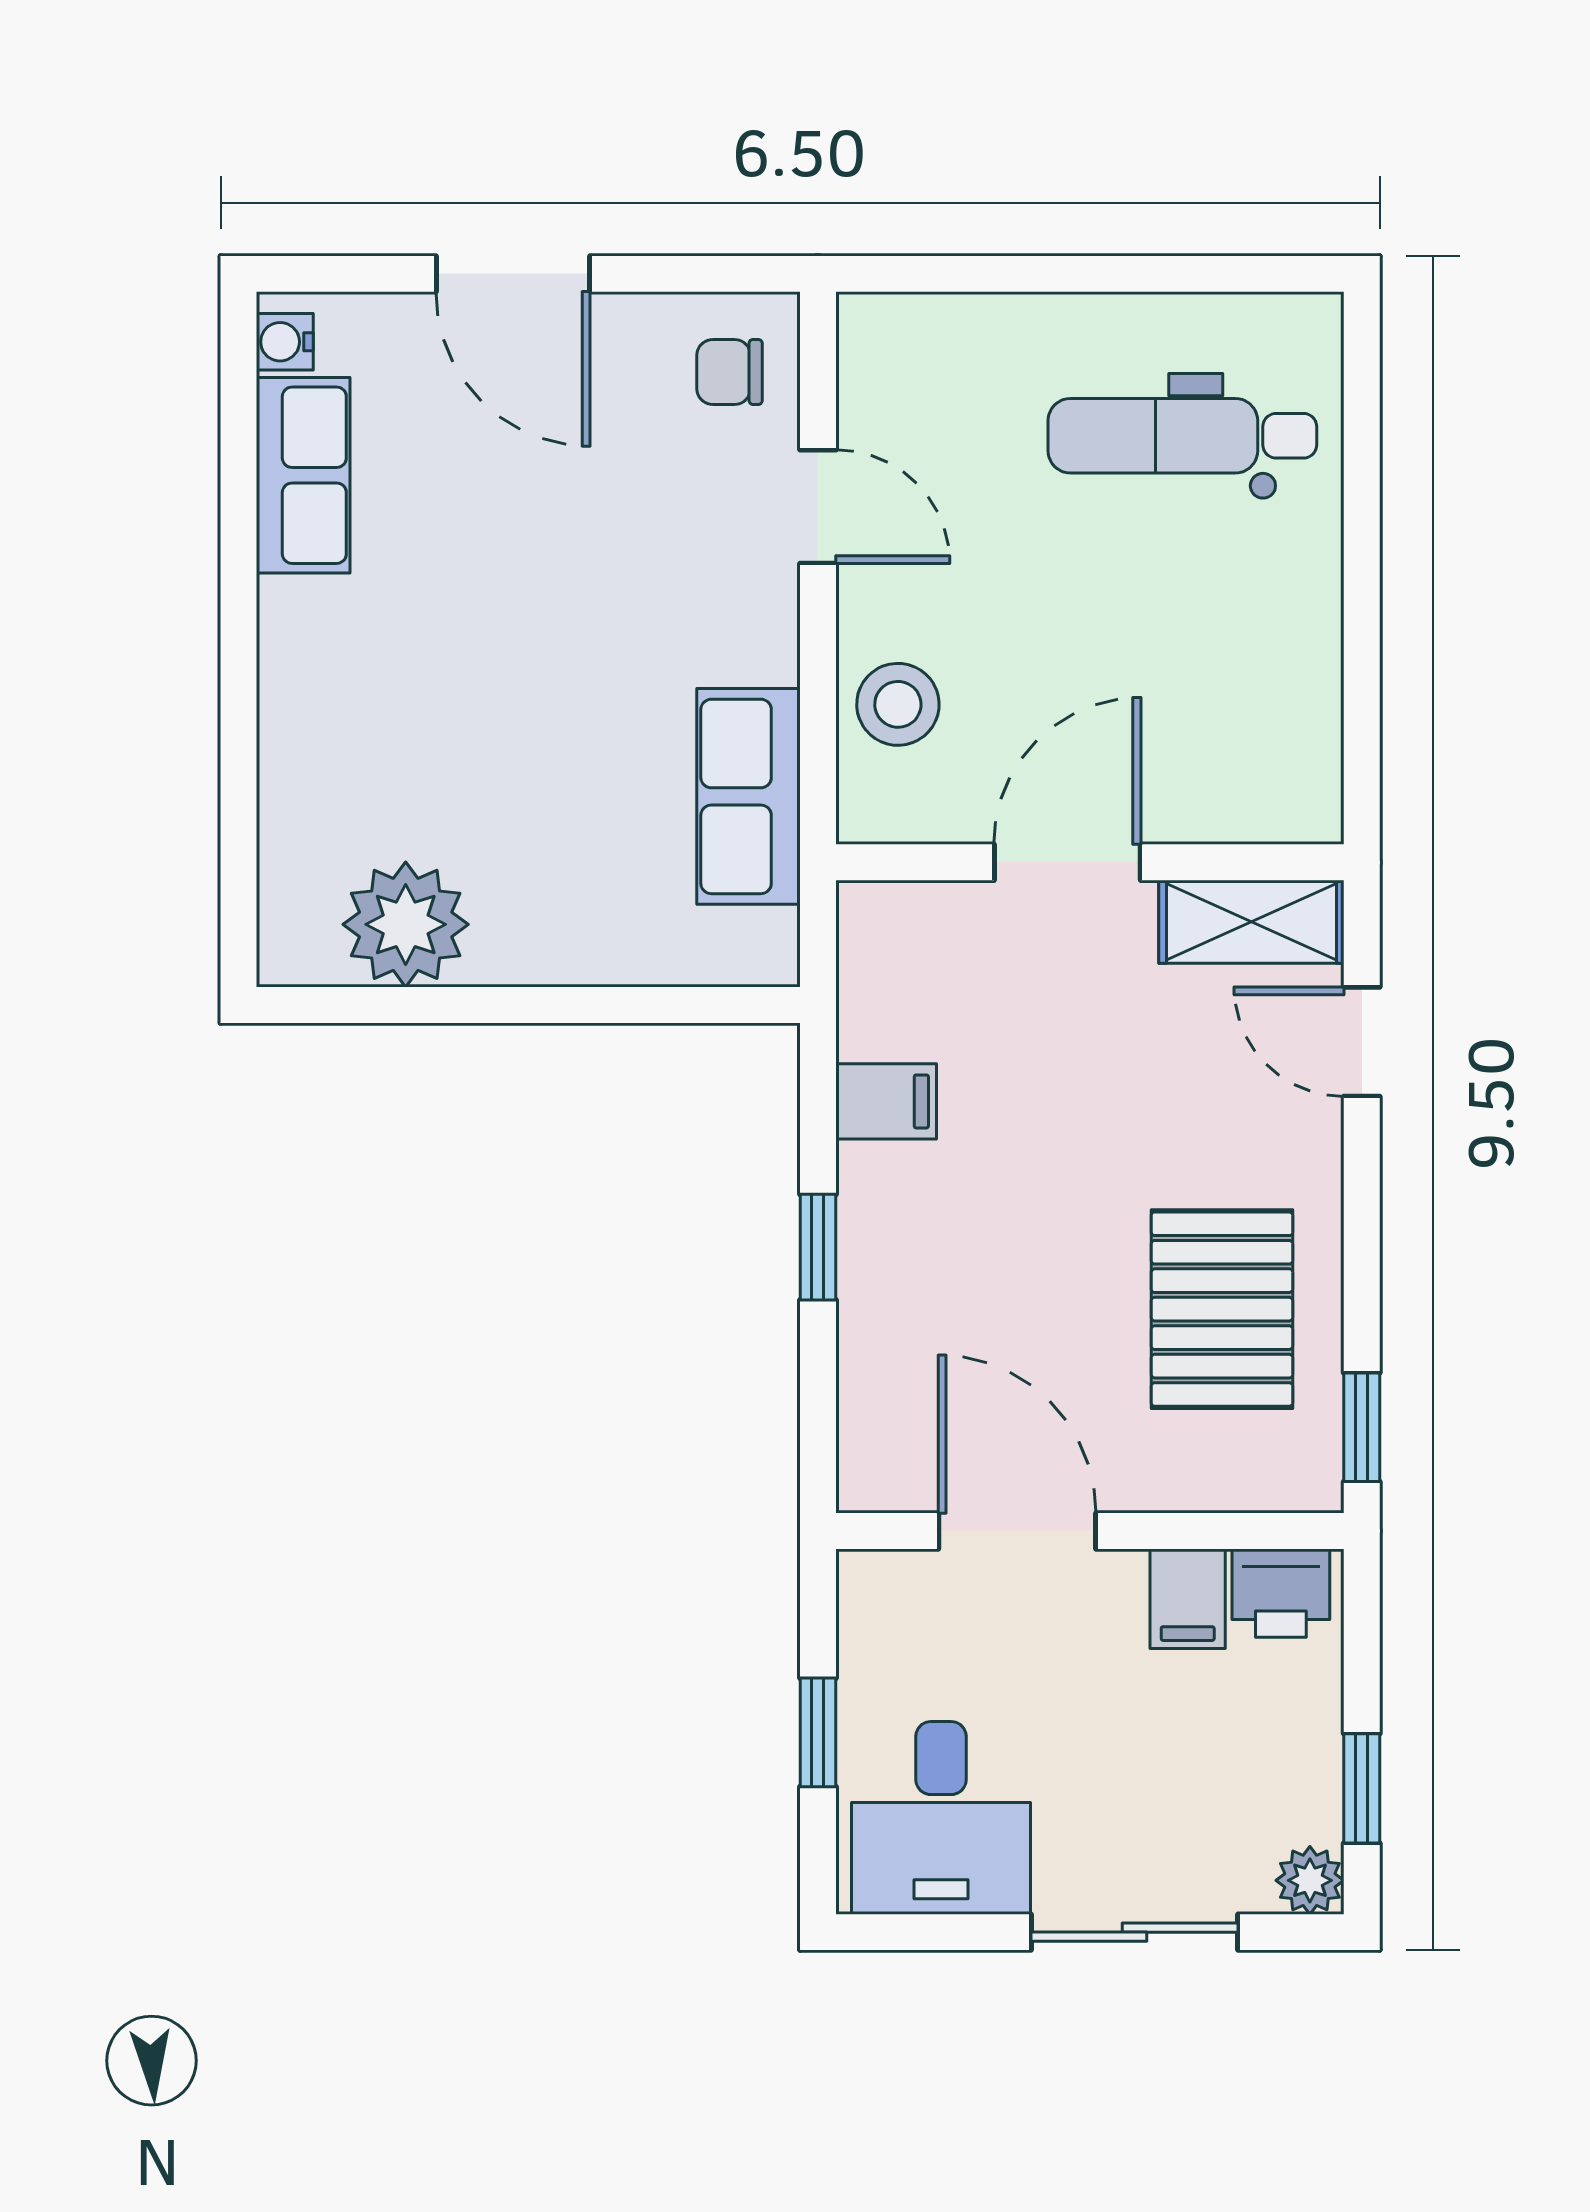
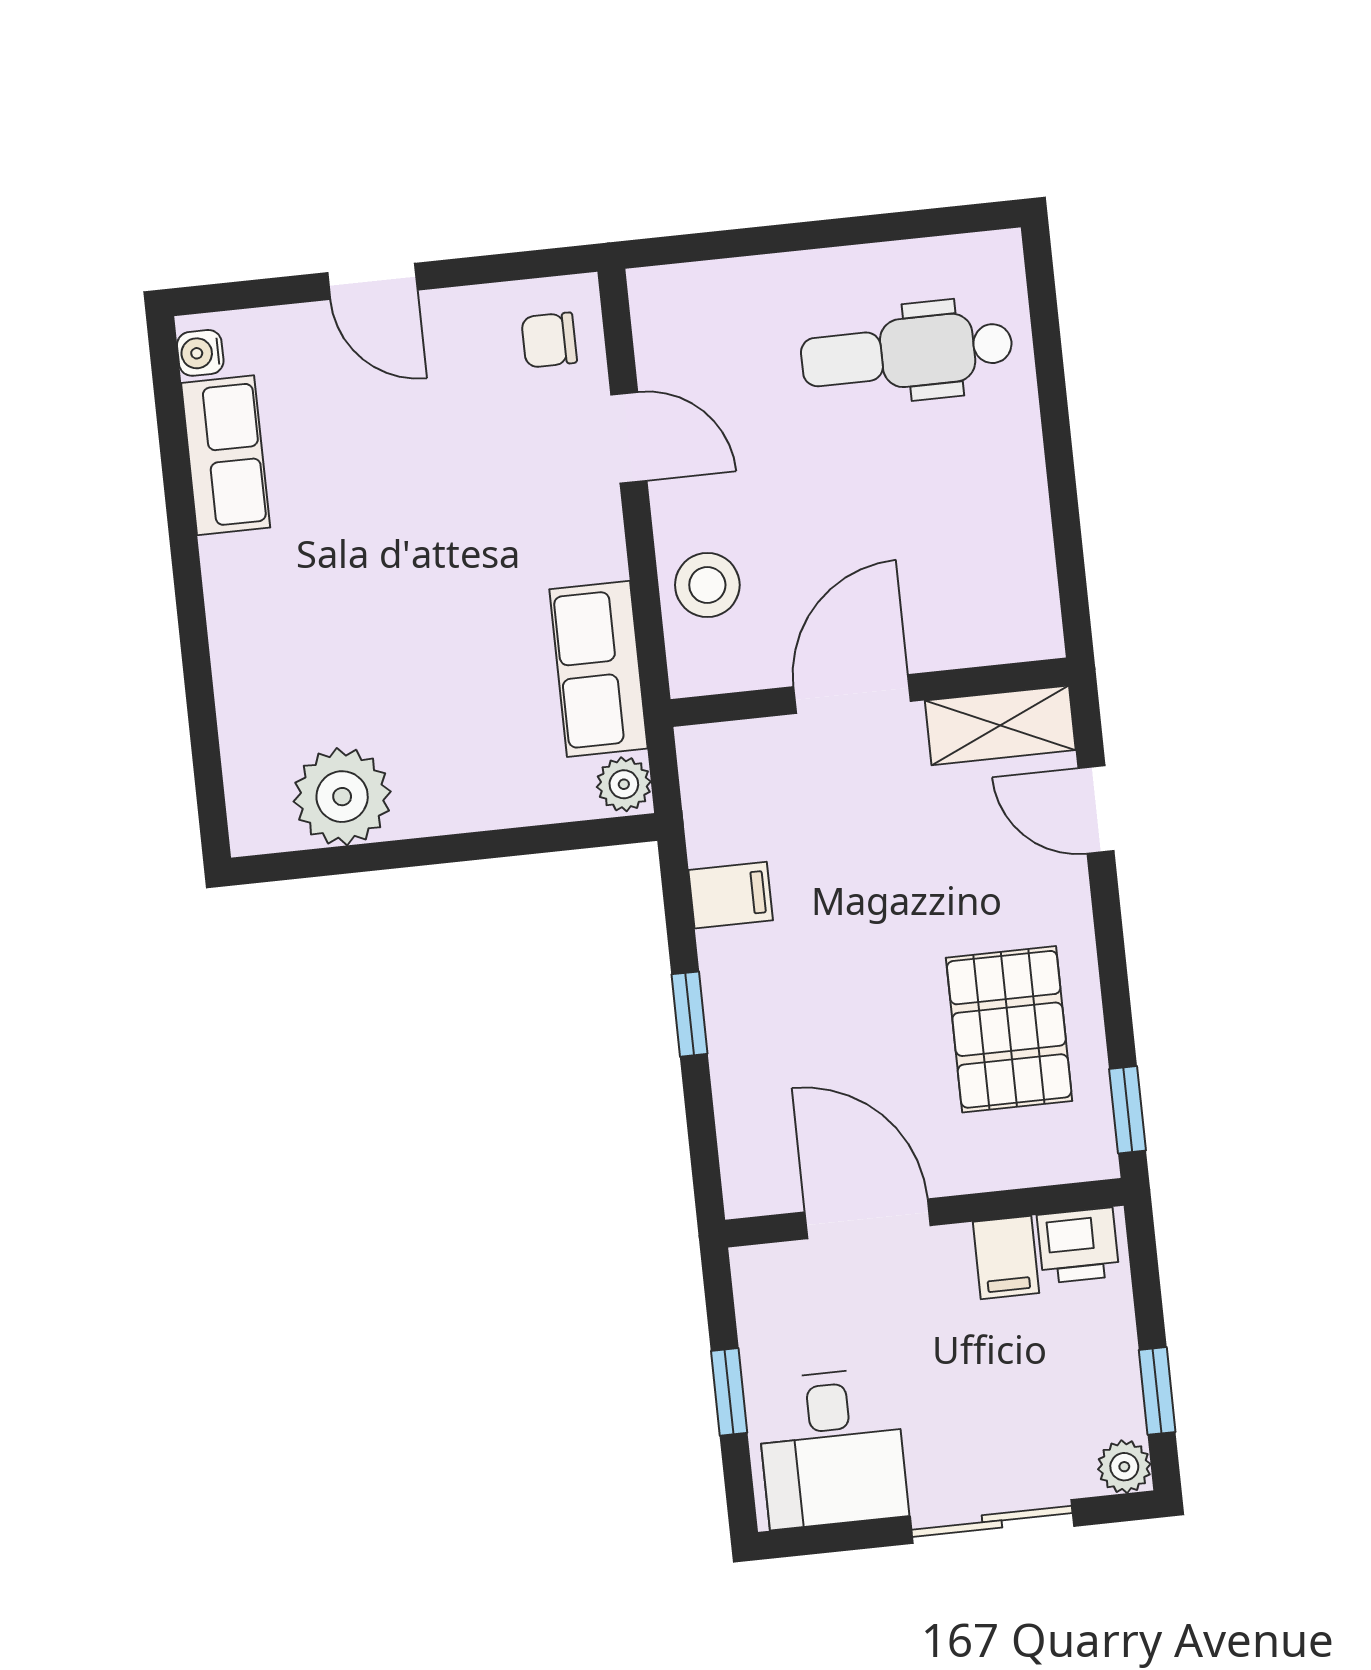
door: (513, 274) -> (372, 281), width x0.73
plant: (765, 946) -> (624, 784), added

